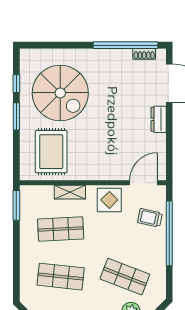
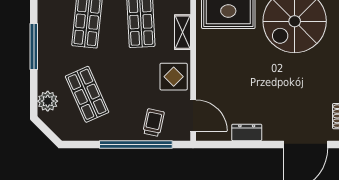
dresser: (159, 119) -> (247, 132), moved
shop shelf: (125, 277) -> (87, 94), turned -45

